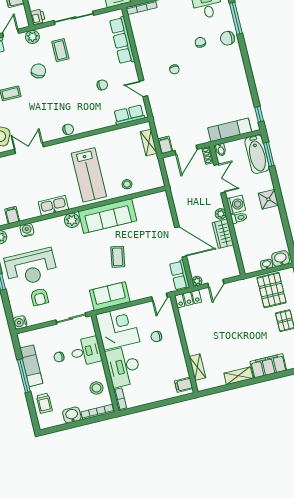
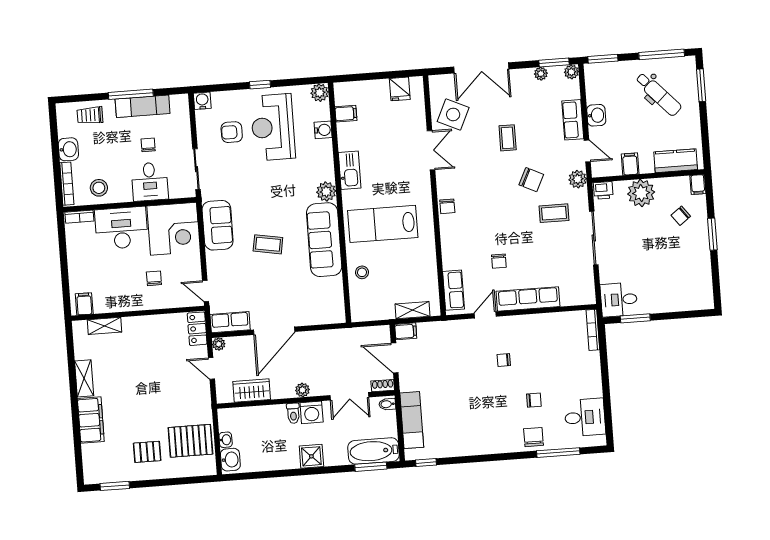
row of seats: (122, 40) -> (528, 299), moved
wardrobe: (223, 234) -> (252, 390), moved

